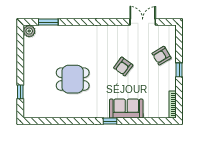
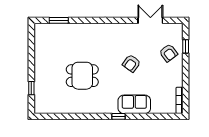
plant: (29, 31) -> (40, 29), removed
armchair: (161, 56) -> (168, 53), turned -96
window: (179, 70) -> (186, 46), moved

